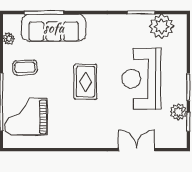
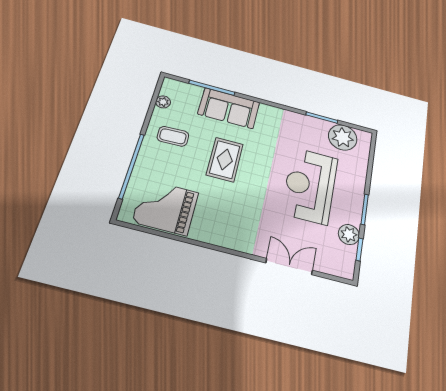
sofa: (54, 28) -> (229, 108), width x0.73
rug: (86, 82) -> (225, 159), moved
grand piano: (26, 117) -> (166, 207), moved

